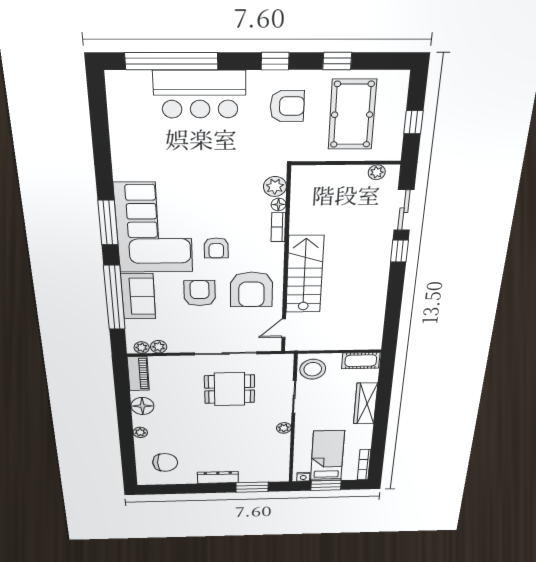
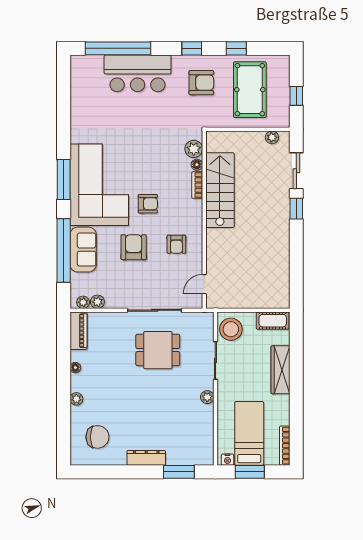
armchair: (216, 248) -> (148, 204), turned -90
stairs: (305, 274) -> (220, 190), moved
armchair: (251, 290) -> (176, 244), width x0.53, depth x0.53
floor lamp: (142, 406) -> (75, 368), width x0.53, depth x0.53

